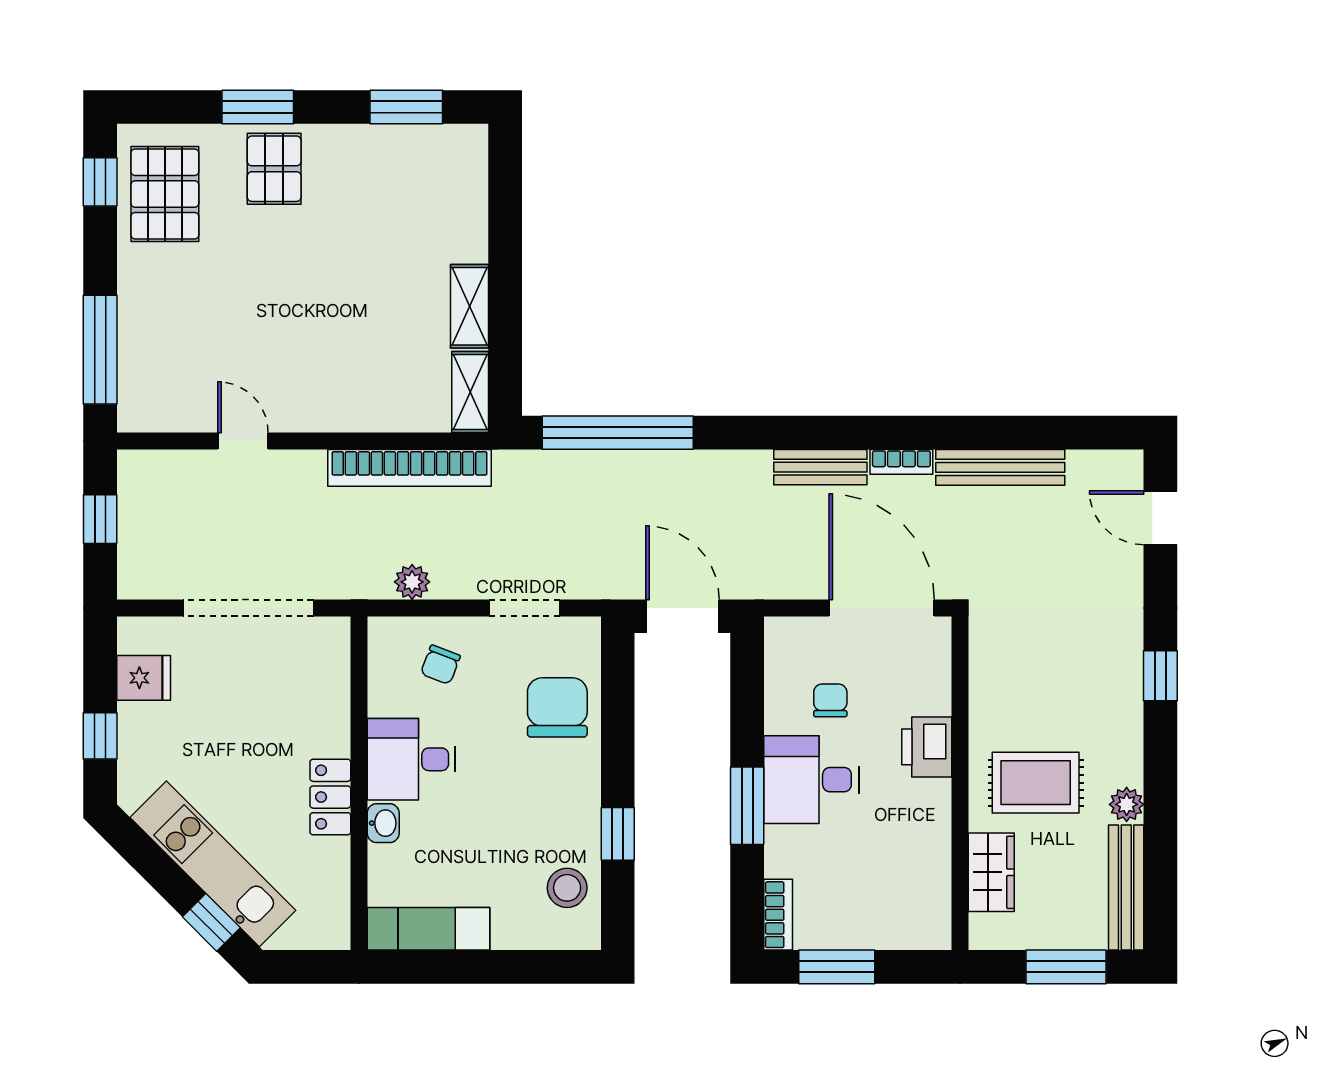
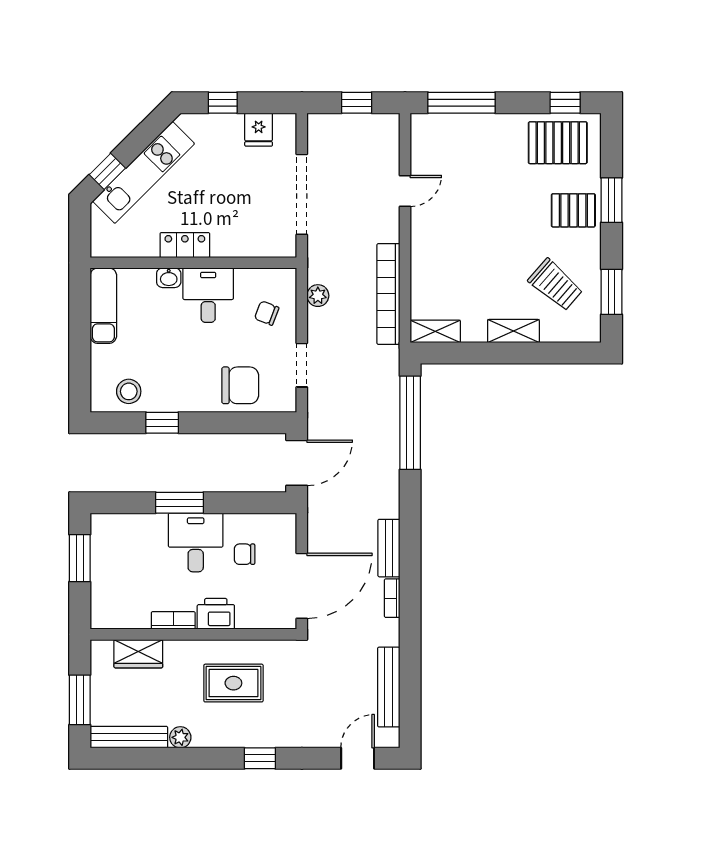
trolley: (395, 198) -> (556, 285), added
shelving: (470, 306) -> (513, 331), moved
bench: (1000, 467) -> (389, 687), moved
chair: (830, 700) -> (245, 554), turned 180
rug: (1036, 783) -> (233, 683), moved, turned 90
bookcase: (778, 915) -> (173, 620), moved, turned 180

